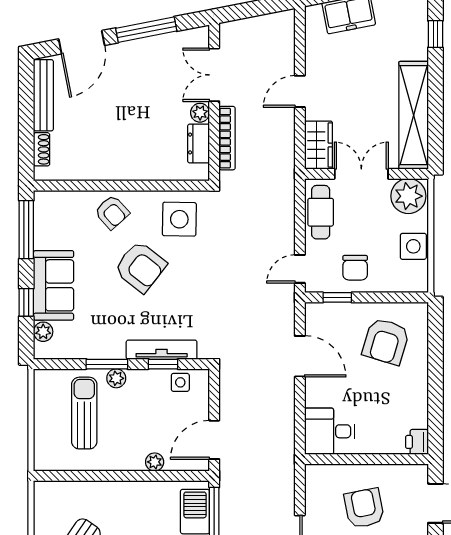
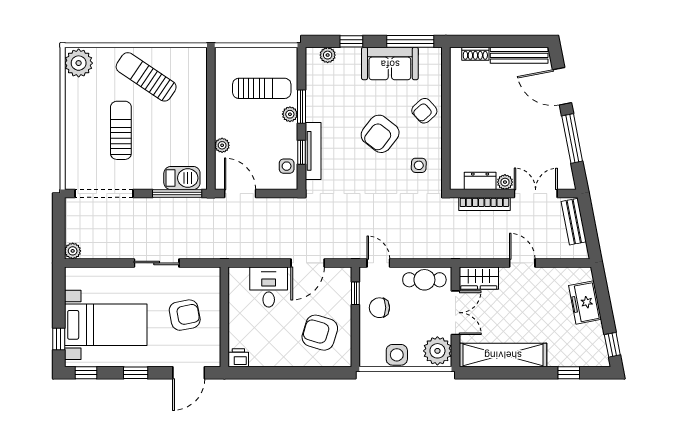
bench: (249, 28) -> (574, 222), added
side table: (179, 219) -> (419, 165), width x0.54, depth x0.54
sofa: (54, 285) -> (390, 64), moved
desk: (330, 431) -> (269, 287), moved

